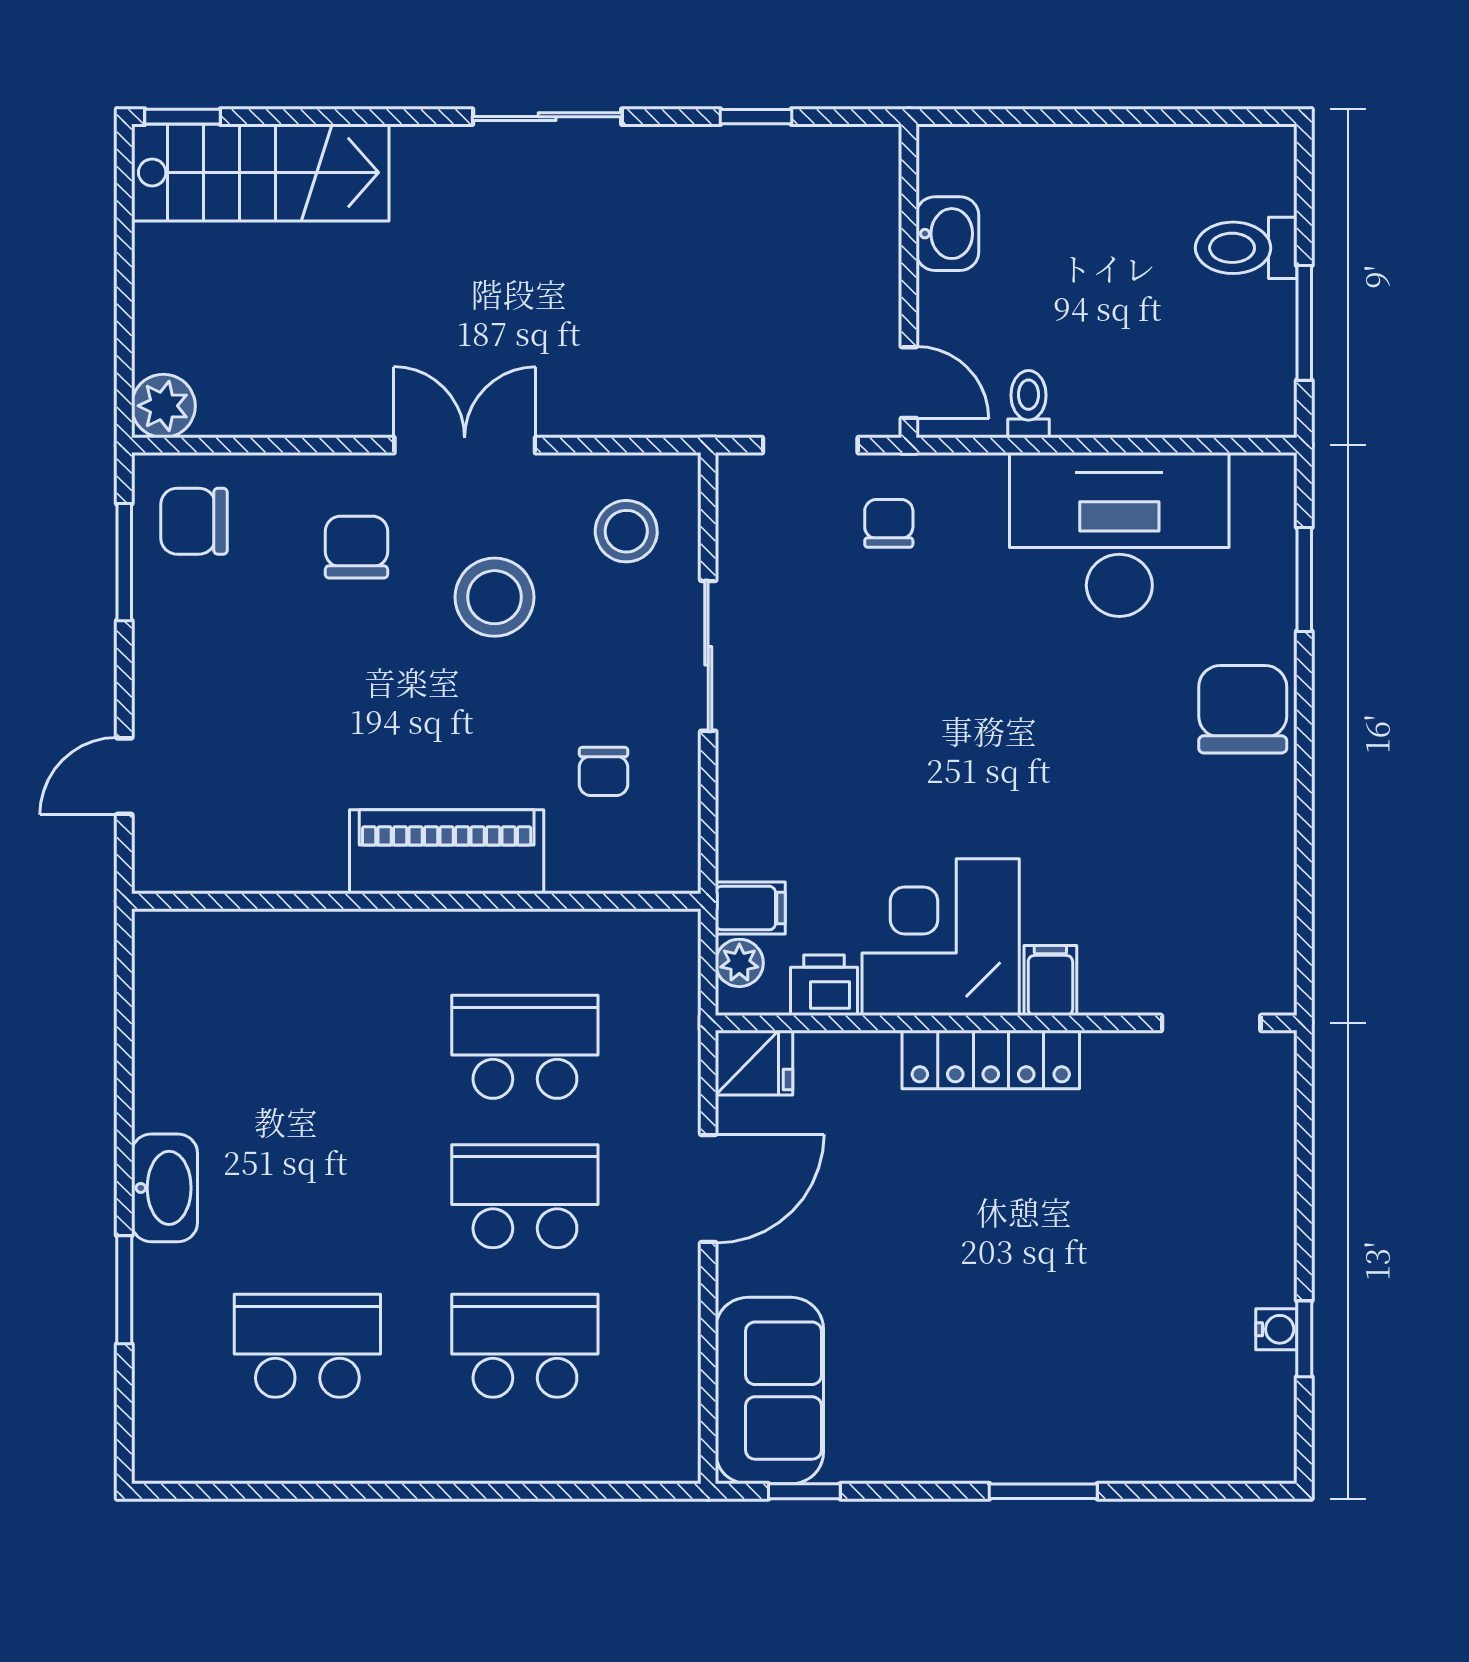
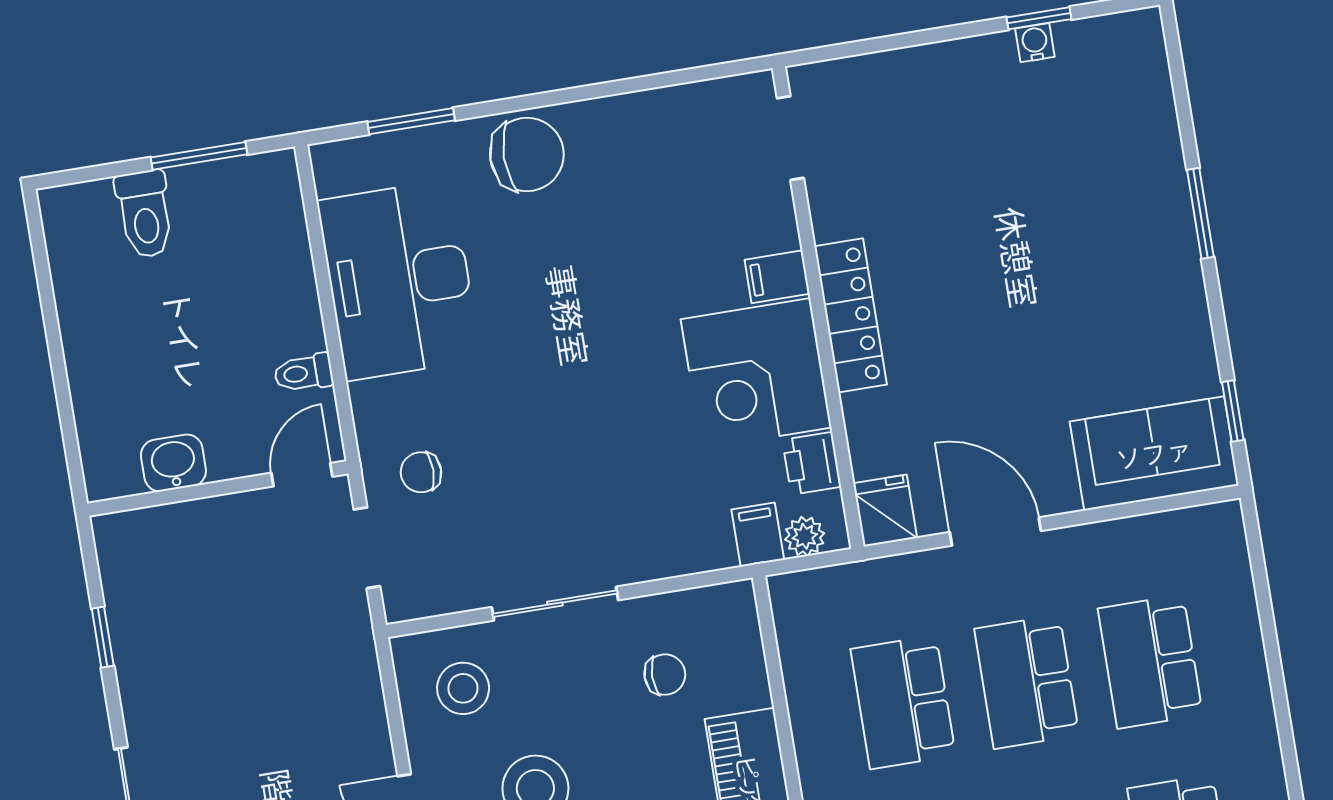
chair: (1243, 709) -> (527, 154), turned 180

